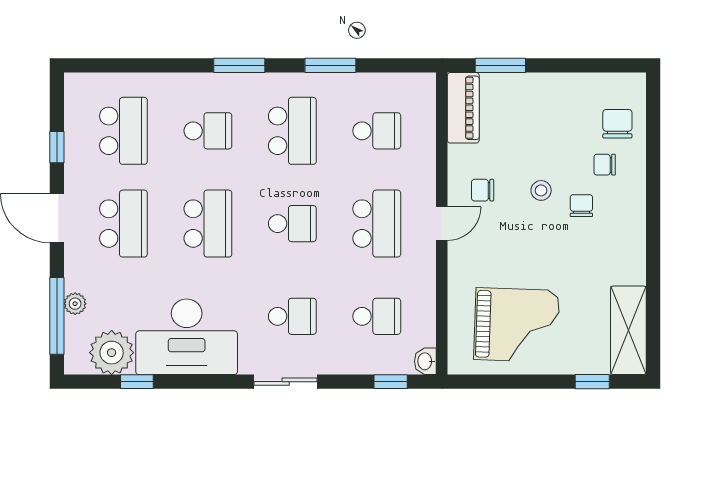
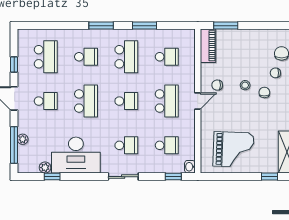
school desk: (123, 224) -> (46, 101), width x0.54
plant: (112, 353) -> (45, 168), width x0.53, depth x0.53

